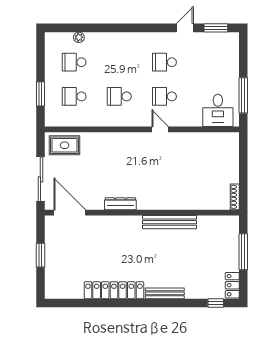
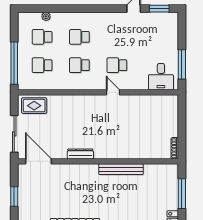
school desk: (164, 62) -> (79, 37), moved
window: (40, 94) -> (14, 63), width x2.11

